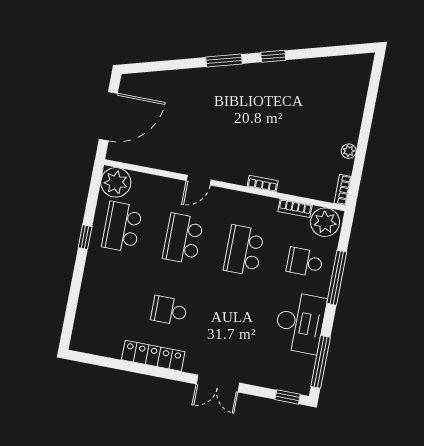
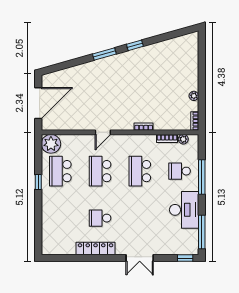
plant: (325, 222) -> (183, 139), width x0.53, depth x0.53

